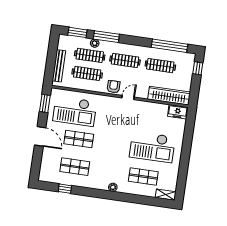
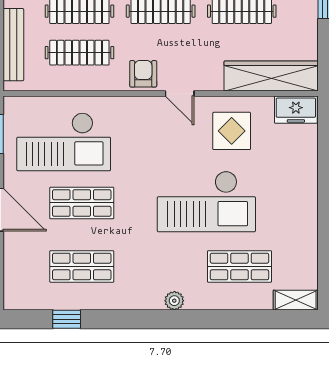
door: (128, 97) -> (180, 93), swing flipped
display table: (148, 117) -> (232, 131), added
checkout: (152, 147) -> (206, 201), moved

